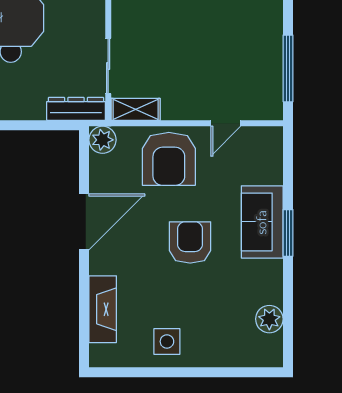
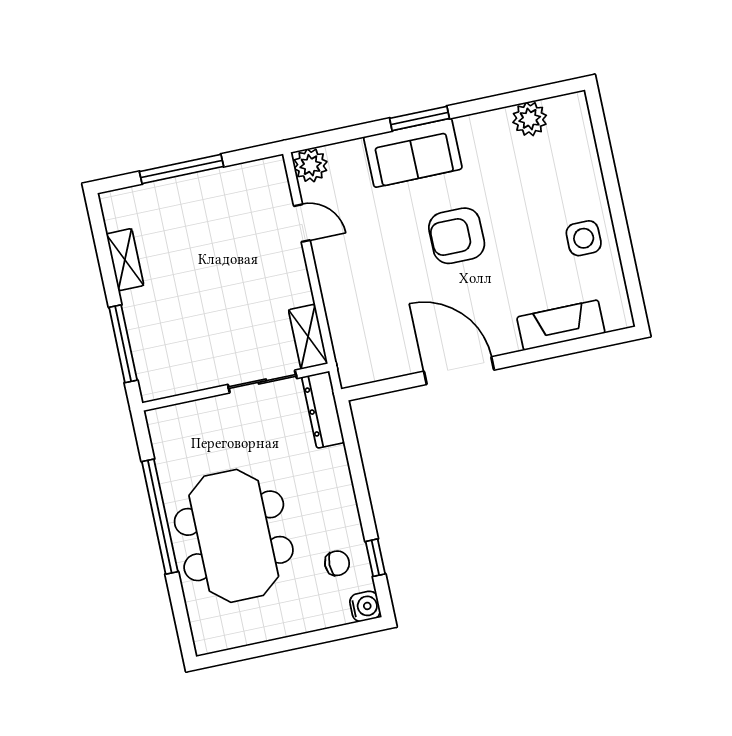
window: (288, 68) -> (181, 169), moved
plant: (103, 140) -> (311, 165), moved
armchair: (169, 159) -> (360, 283), removed

